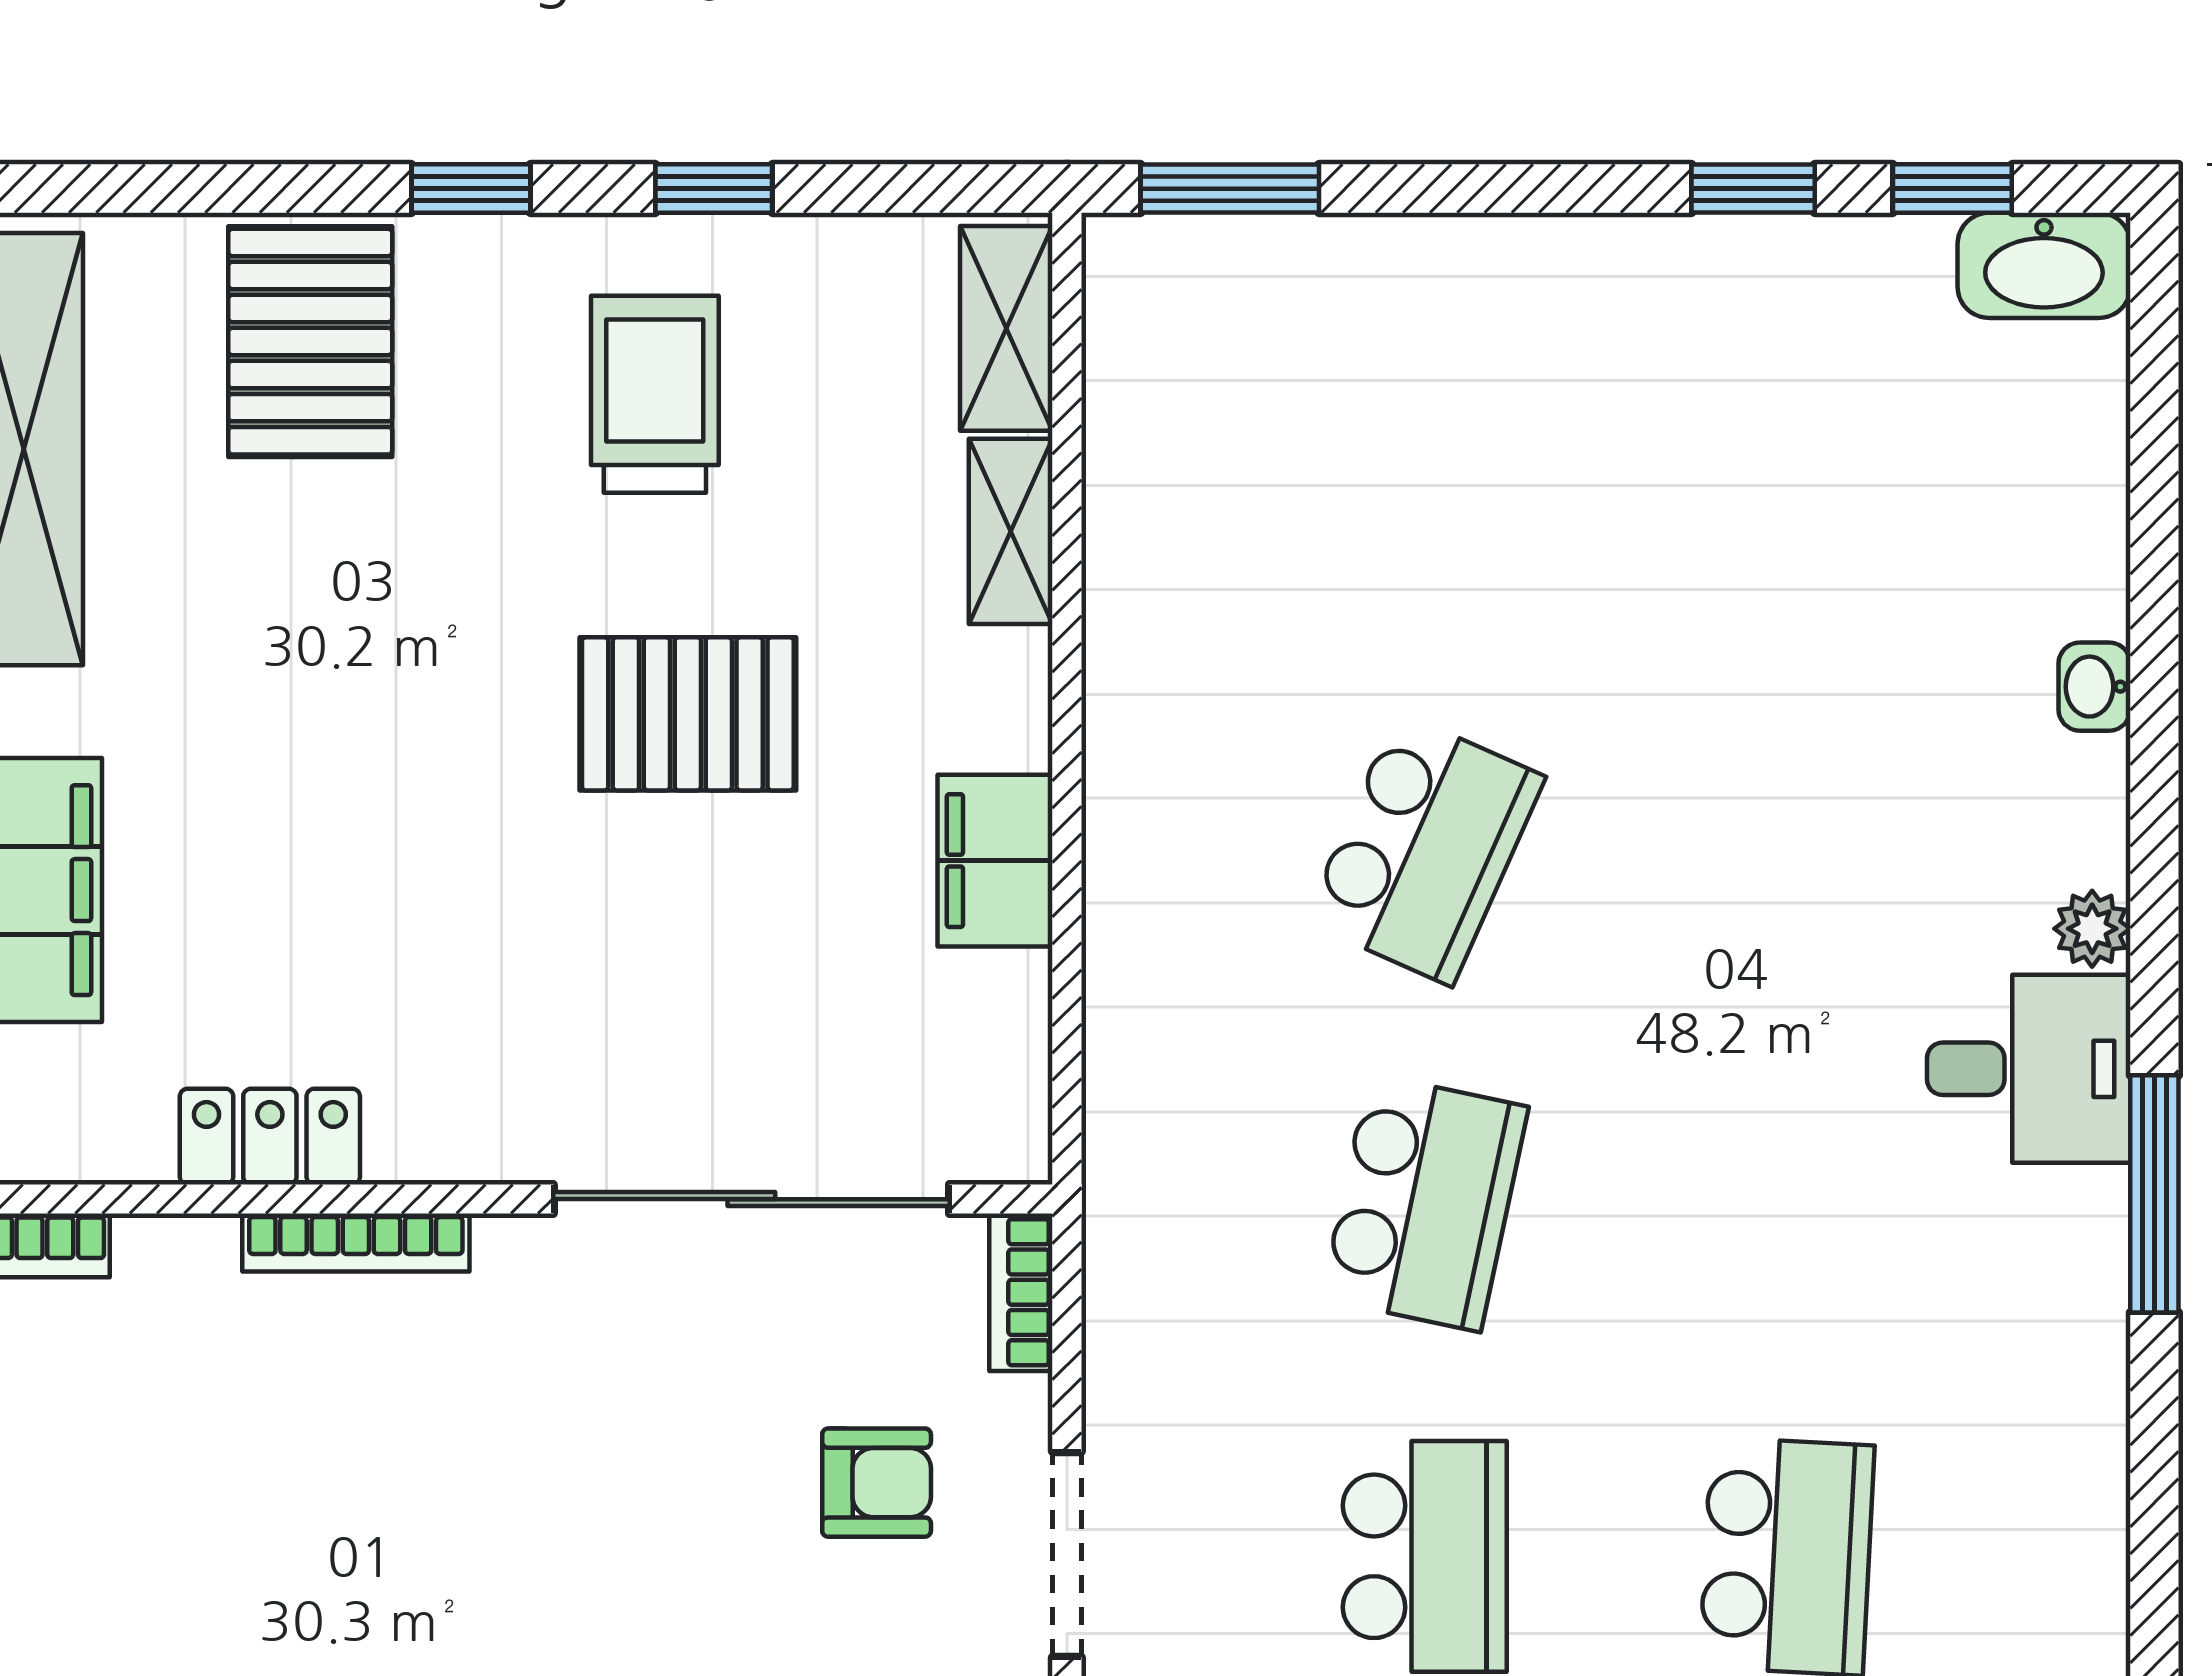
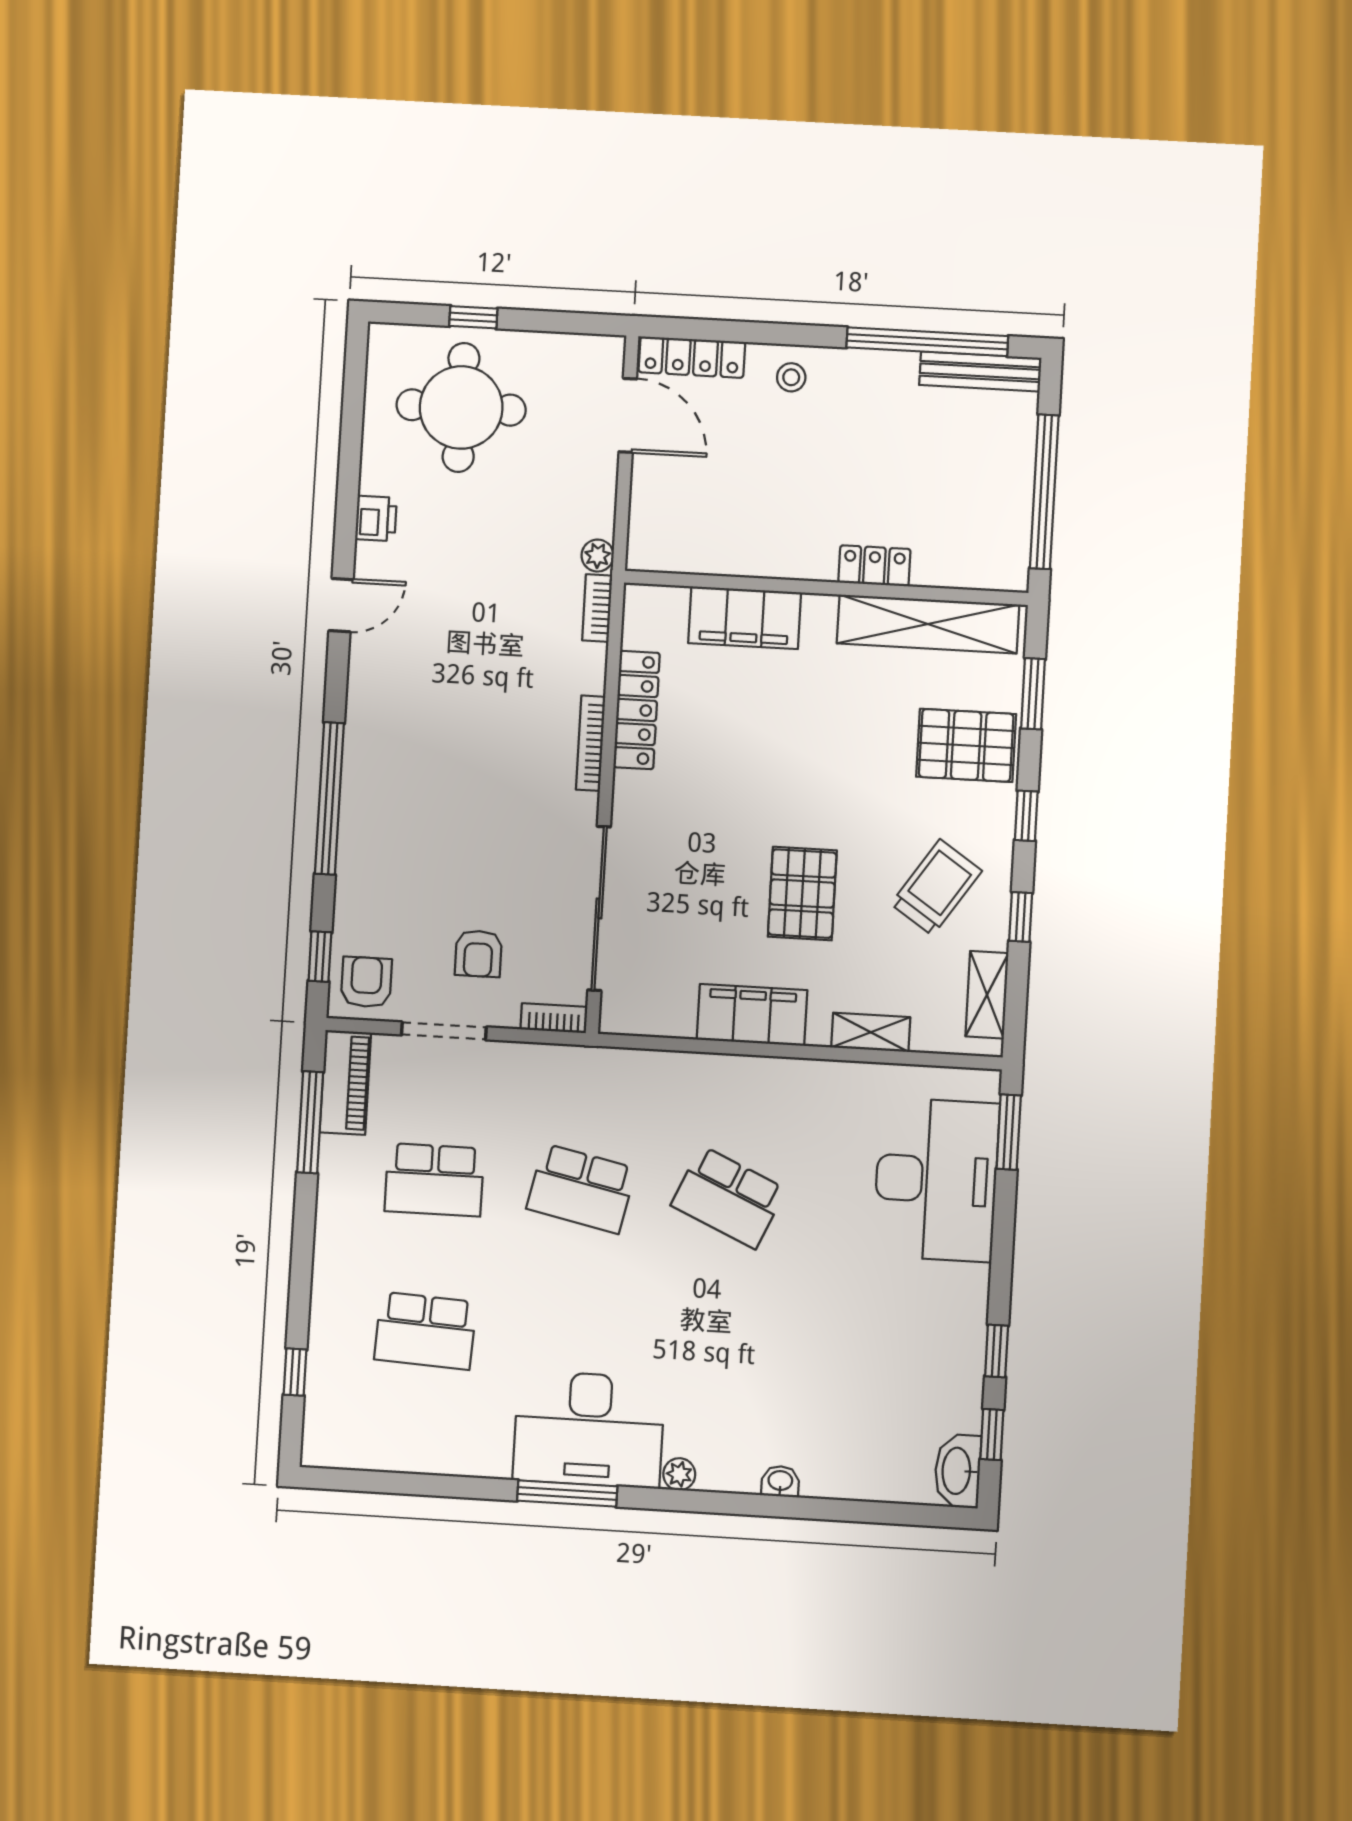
window: (177, 189) -> (1033, 694), added
shelving: (1006, 328) -> (987, 995), moved, turned 90
desk: (1353, 355) -> (936, 1180), added
trolley: (655, 394) -> (936, 887), turned -56
filing cabinet: (995, 861) -> (752, 1015), width x1.50, depth x1.17
desk: (2029, 1069) -> (589, 1429), width x1.87, depth x1.30
locker: (270, 1137) -> (637, 710), width x1.53

